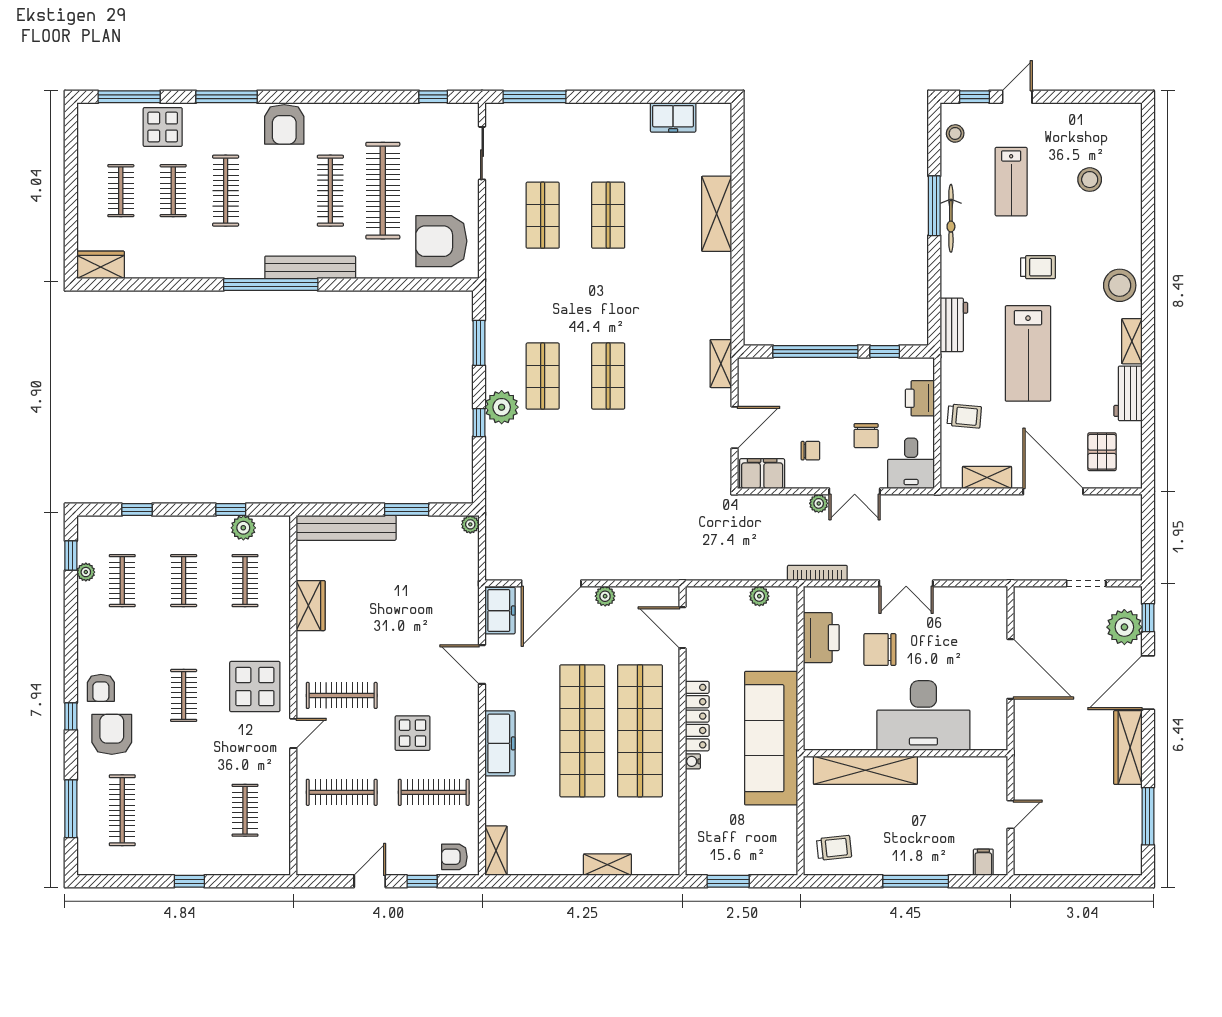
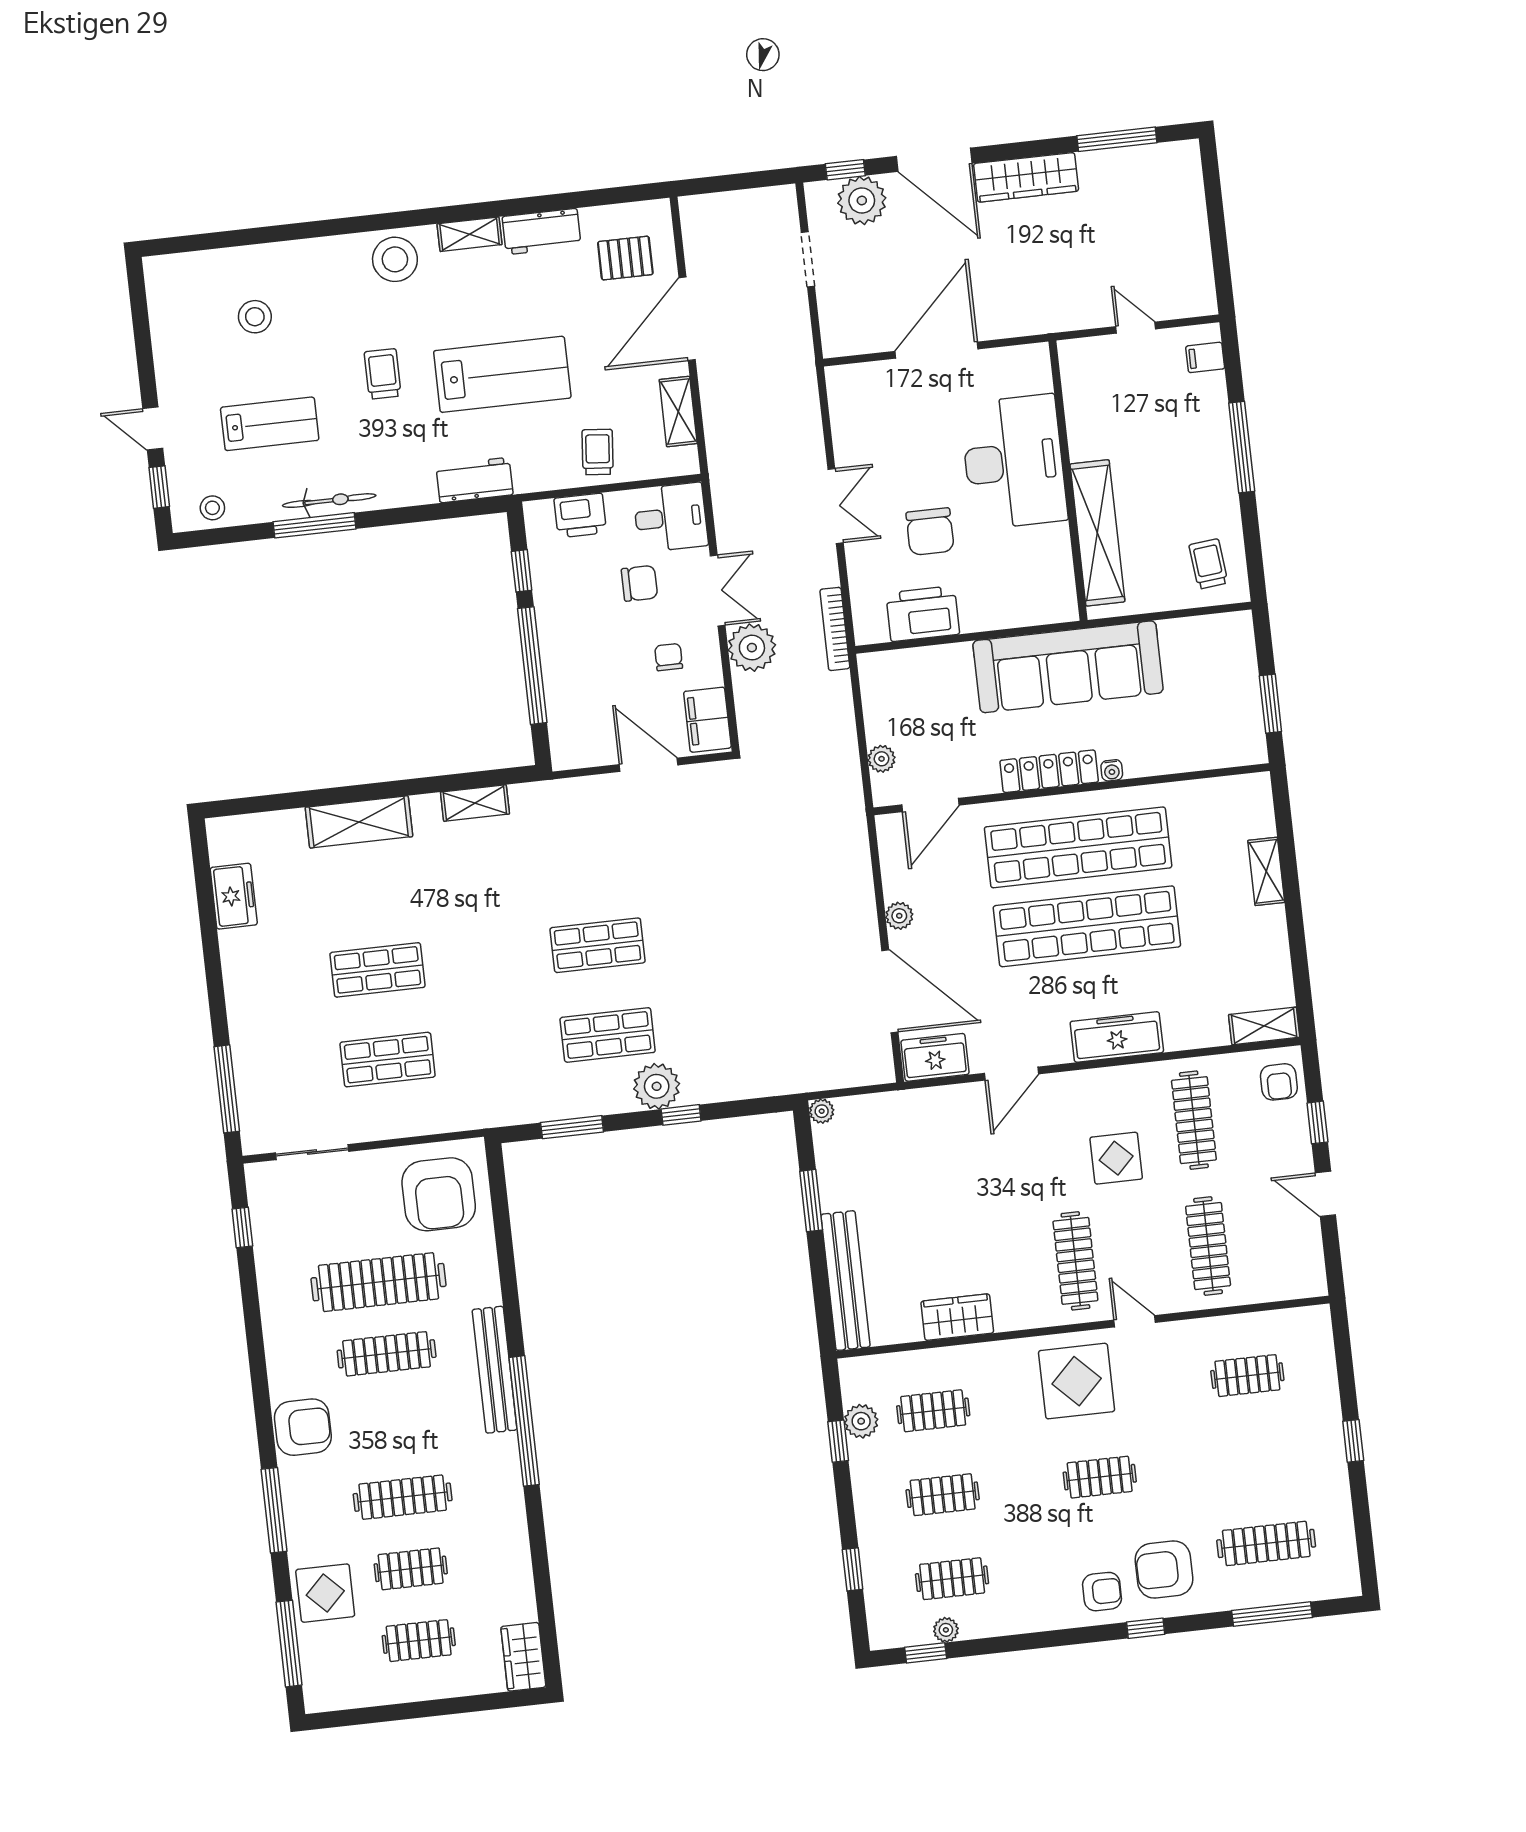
shelving: (721, 364) -> (475, 803), moved
plant: (819, 503) -> (752, 648), width x1.87, depth x1.87
plant: (759, 596) -> (882, 759), moved

